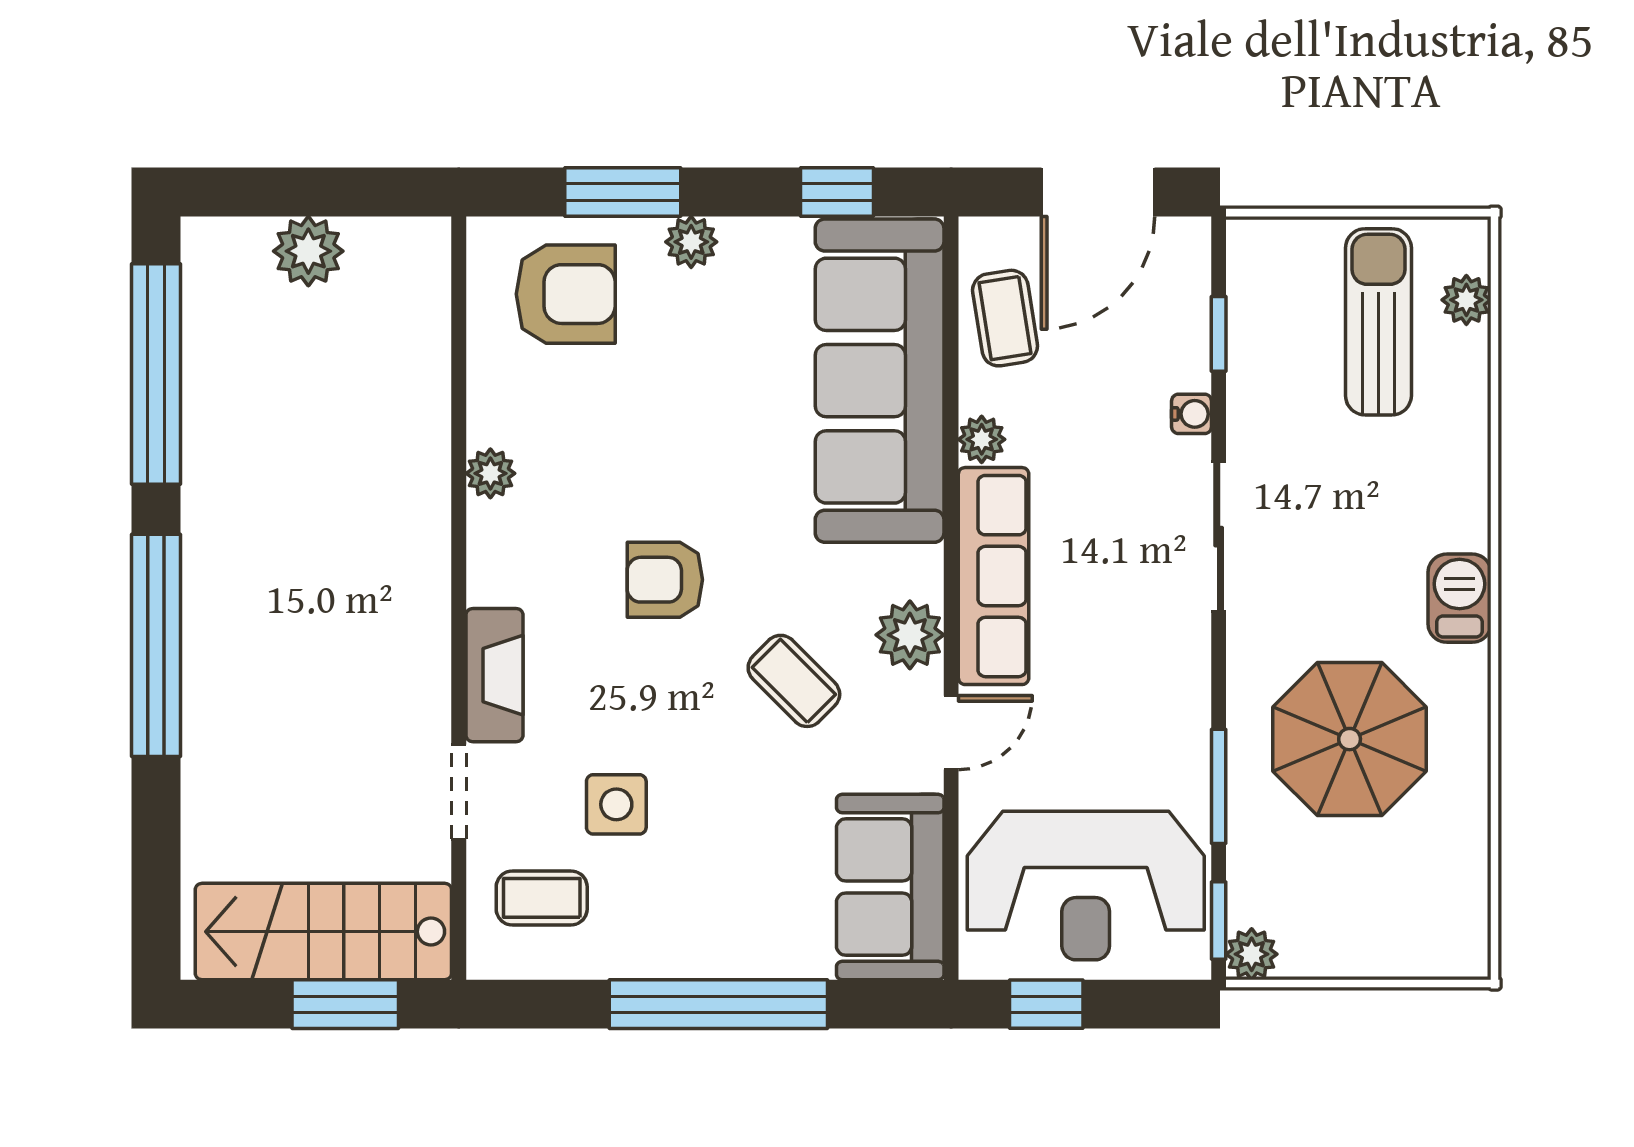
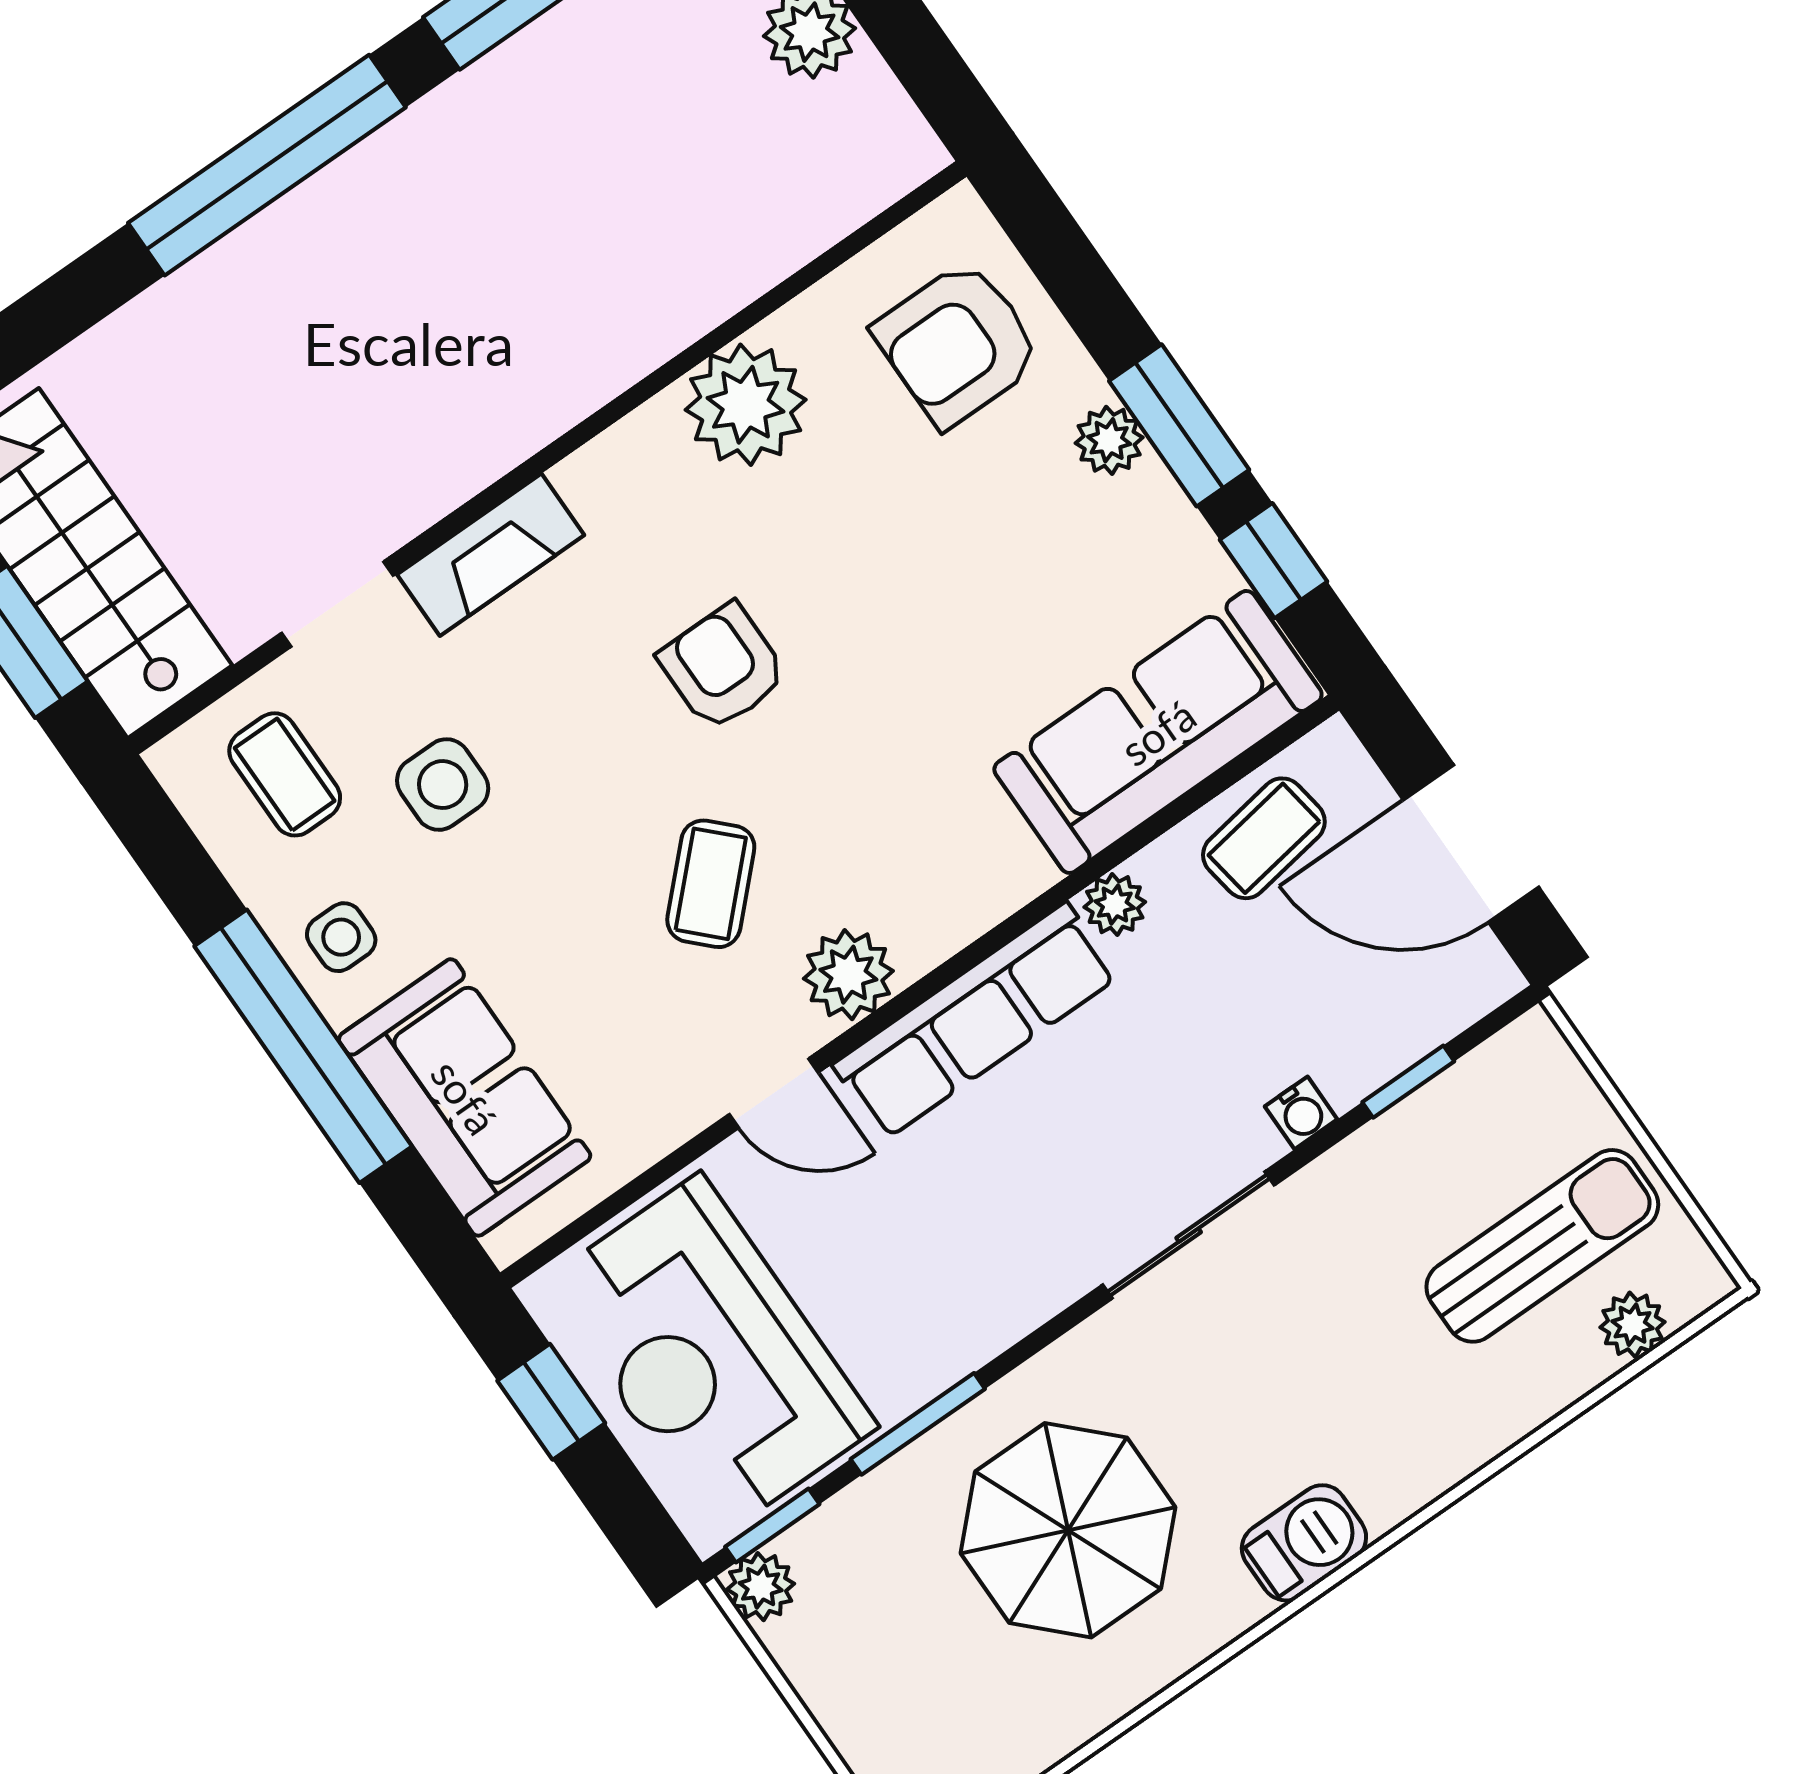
window: (623, 192) -> (1179, 425), moved
armchair: (566, 294) -> (958, 344), turned 90
sofa: (880, 381) -> (1158, 732), width x0.74, depth x0.79
plant: (490, 473) -> (746, 405), width x1.88, depth x1.88
sofa: (890, 887) -> (465, 1097), moved, turned 90
side table: (667, 933) -> (341, 937), added

